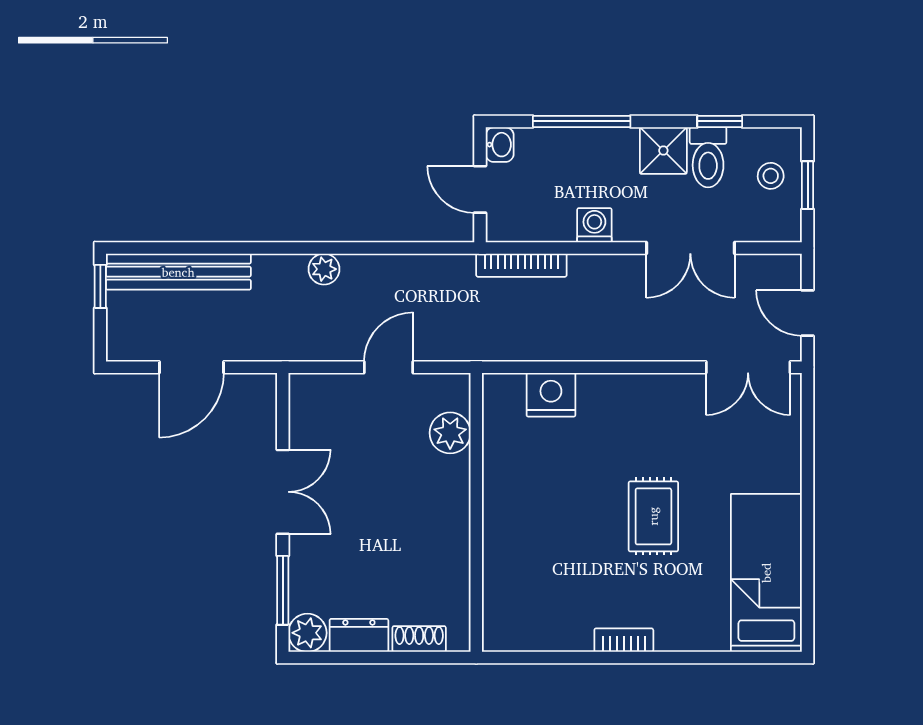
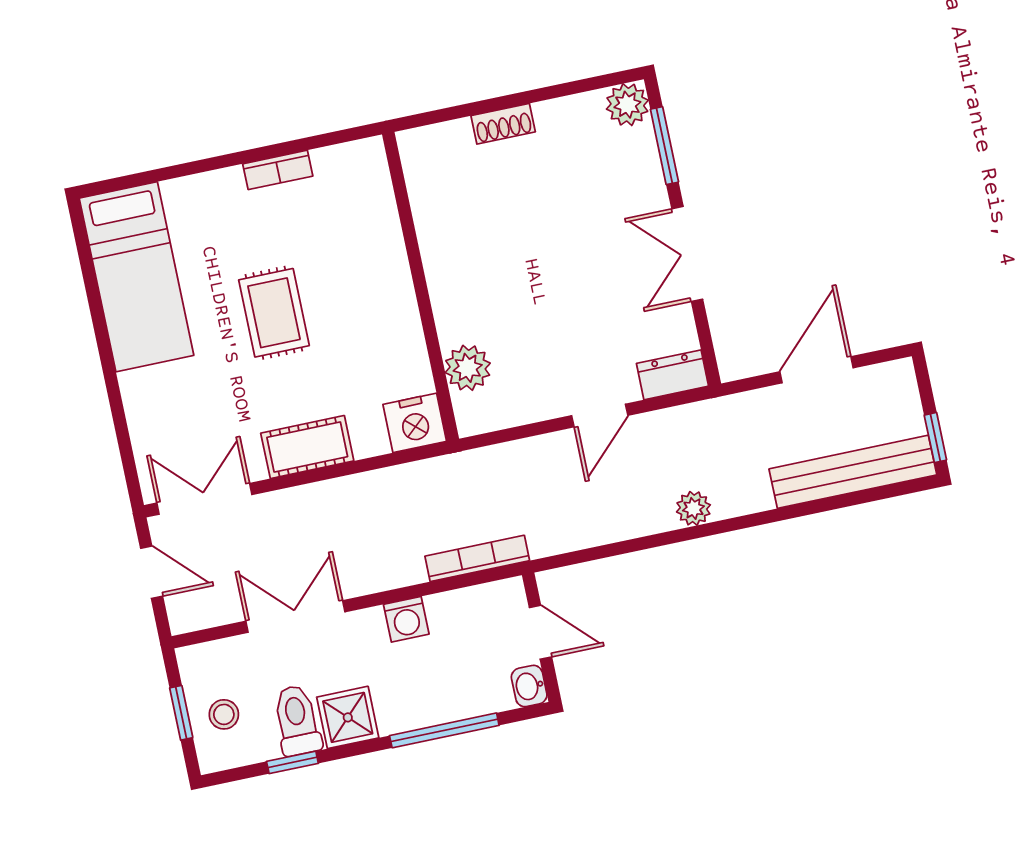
cot: (649, 393) -> (307, 447), added
plant: (450, 433) -> (468, 368), moved
wall: (476, 512) -> (421, 287), moved
dresser: (359, 635) -> (673, 375), moved, turned 180

